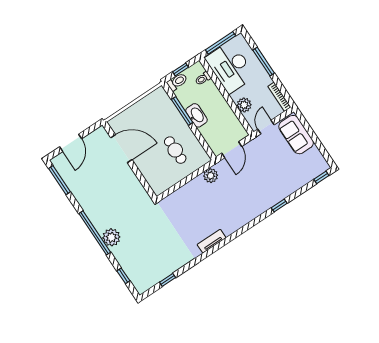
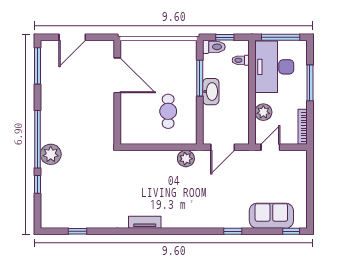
sofa: (296, 135) -> (271, 216), moved, turned 90
window: (123, 276) -> (38, 184), moved

